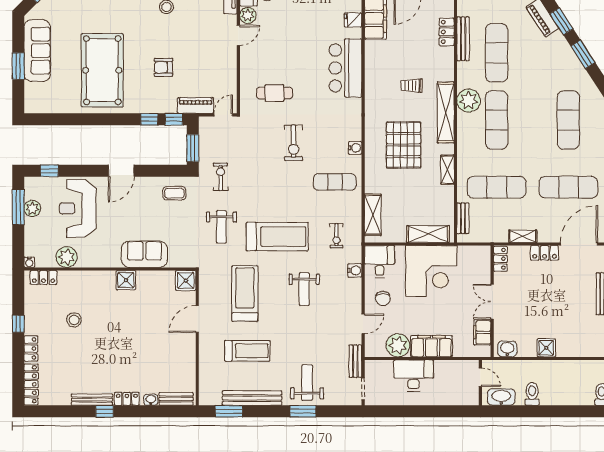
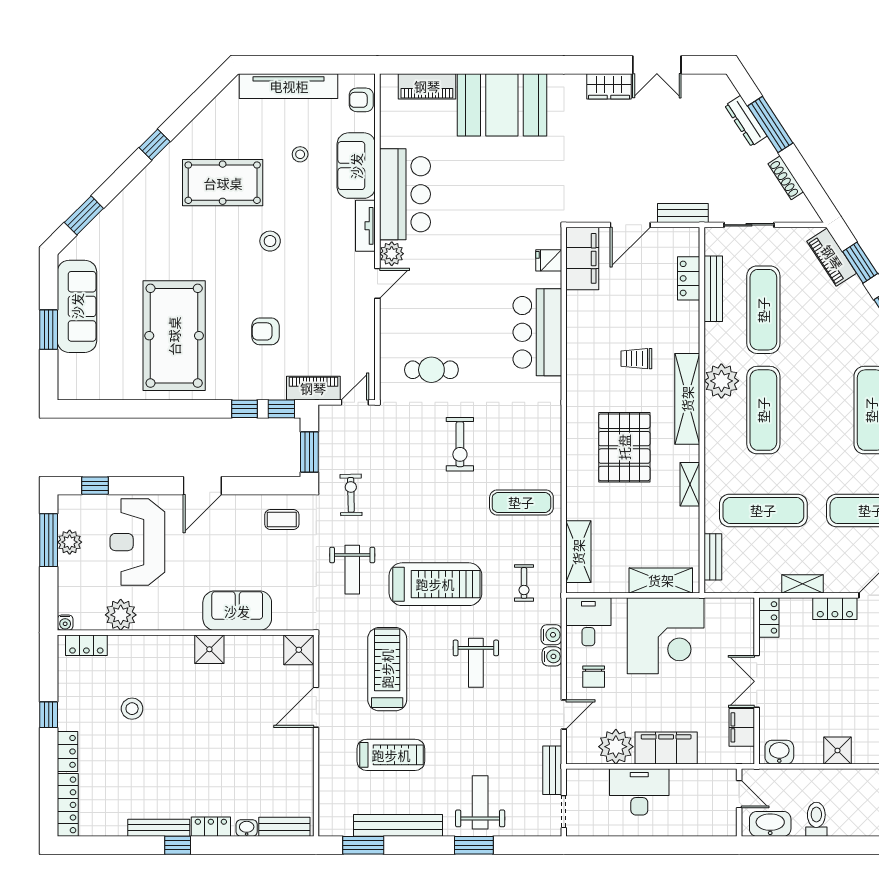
water cooler: (355, 148) -> (552, 656), moved

